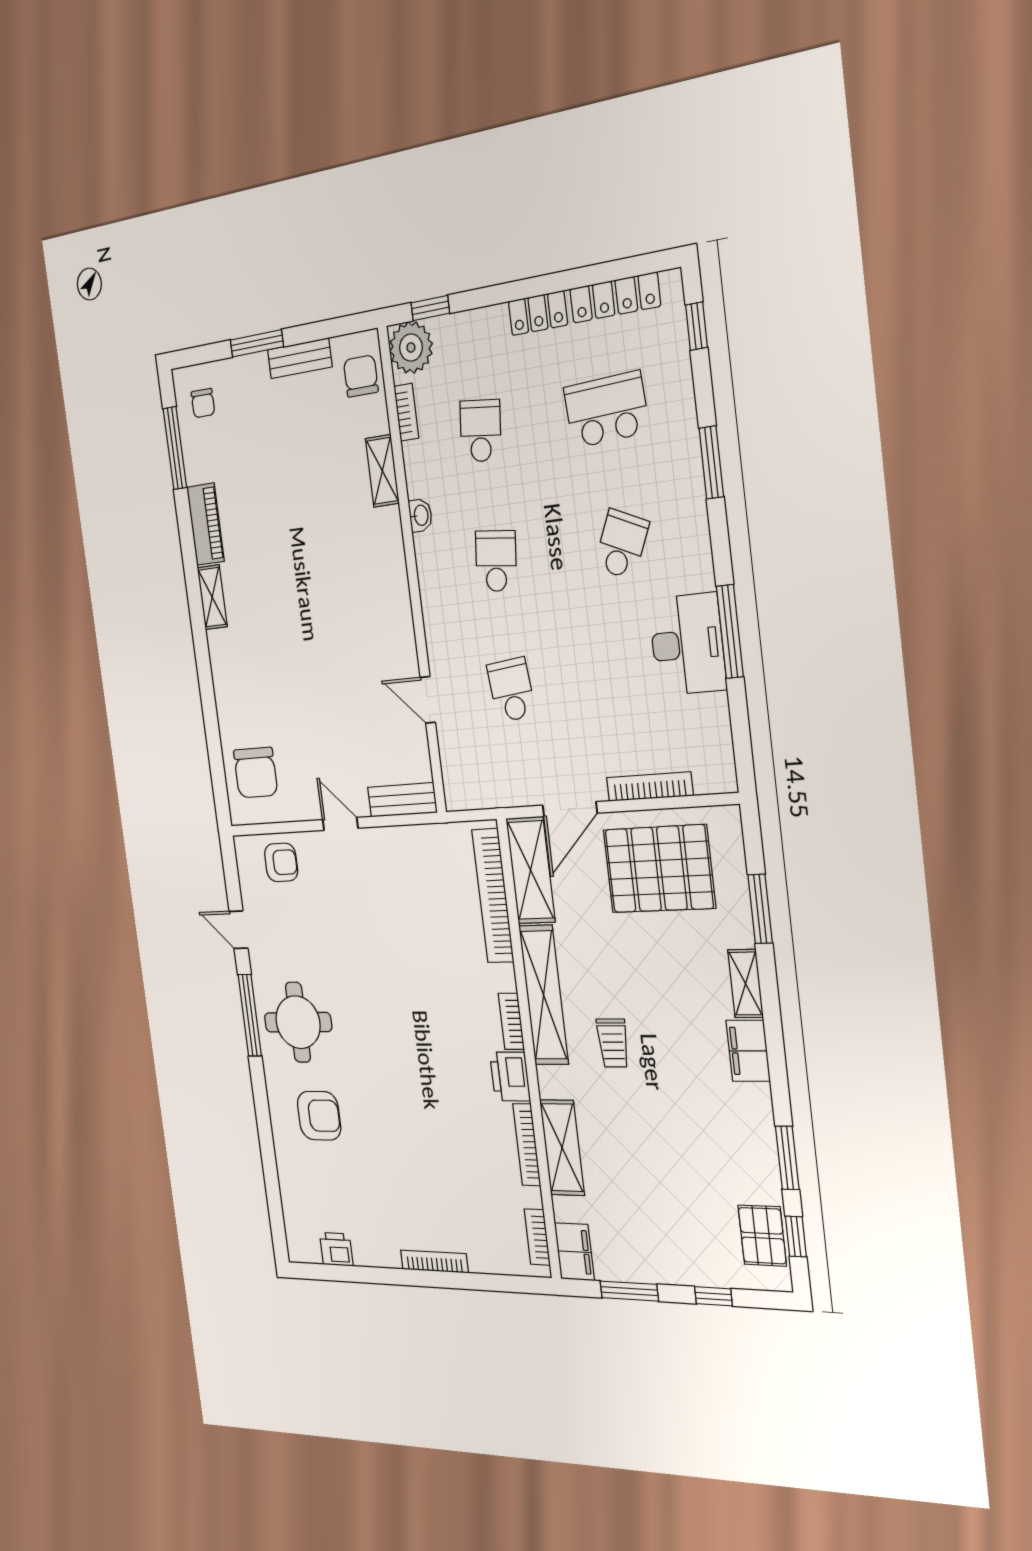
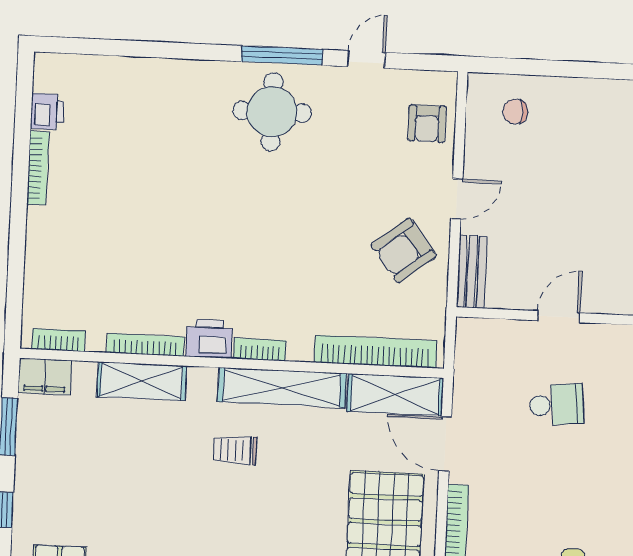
chair: (256, 773) -> (515, 112), width x0.54, depth x0.54
armchair: (319, 1116) -> (404, 250), moved, turned 52
bookcase: (434, 1262) -> (38, 168), moved

